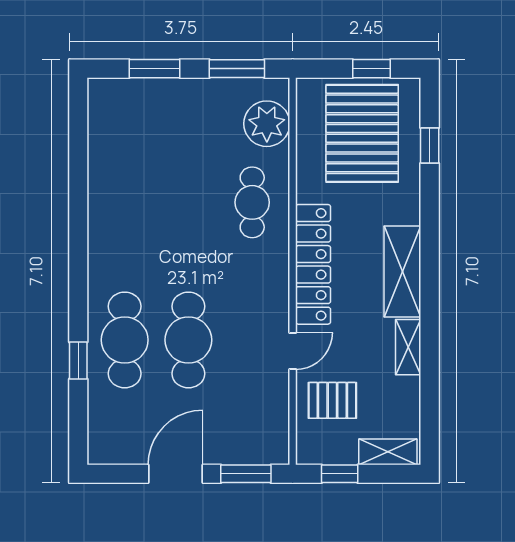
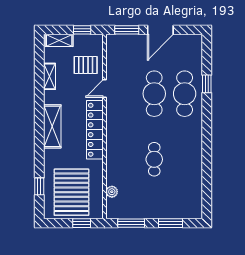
window: (371, 69) -> (82, 223), moved
plant: (267, 124) -> (112, 192), width x0.53, depth x0.53
cafe table: (252, 202) -> (154, 159), moved
shelving: (408, 347) -> (49, 76), moved

